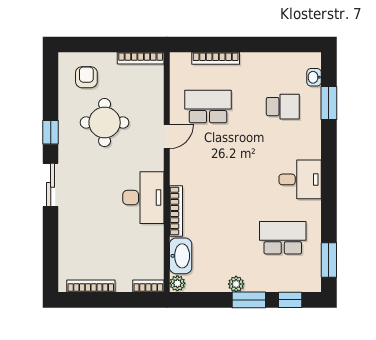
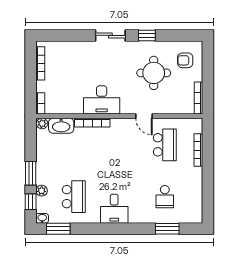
armchair: (86, 77) -> (185, 60), turned 180
washbasin: (314, 77) -> (42, 218), moved
plant: (236, 284) -> (42, 191), moved

